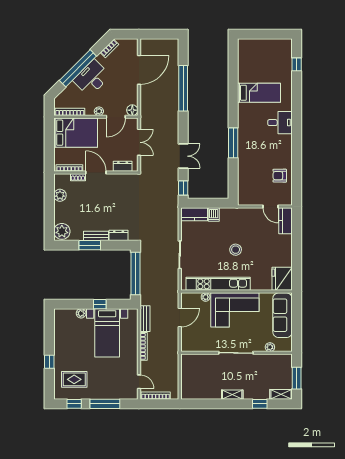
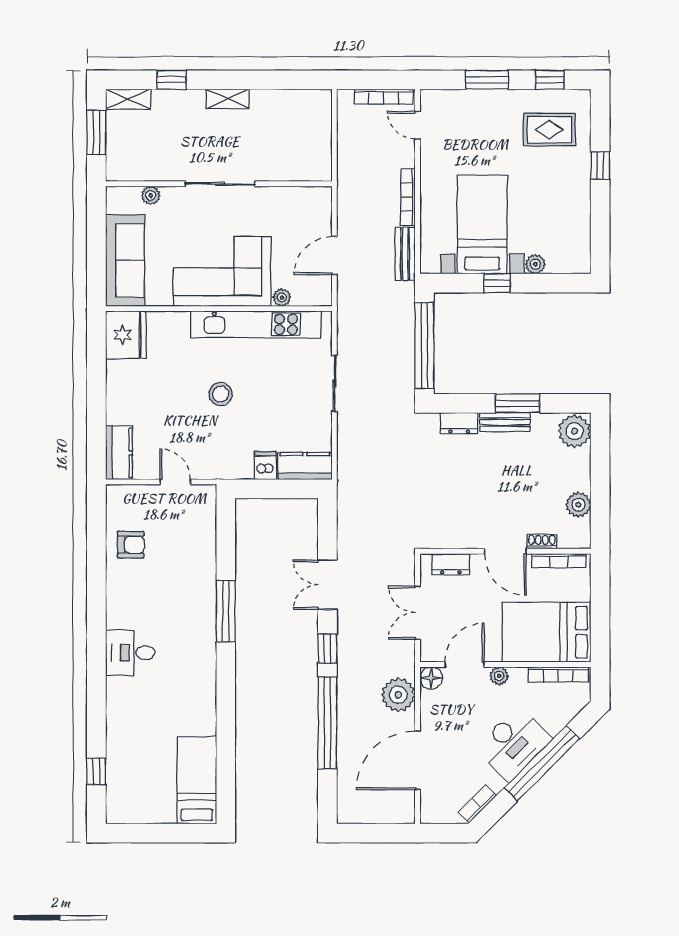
bed: (259, 93) -> (197, 780), moved, turned 90
plant: (148, 102) -> (398, 695), added
window: (183, 188) -> (327, 649), moved
door: (271, 206) -> (175, 482), moved
window: (105, 404) -> (487, 80), width x0.69

